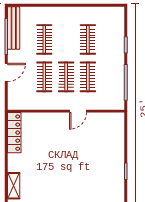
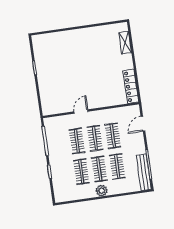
plant: (67, 13) -> (102, 191), added
clothes rail: (66, 39) -> (99, 169), added
door: (6, 72) -> (143, 124), moved

